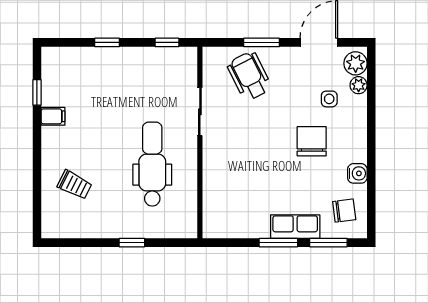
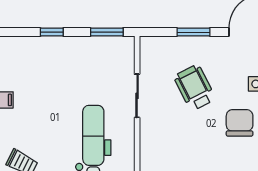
window: (167, 42) -> (107, 32), width x1.50
wheelchair: (249, 76) -> (195, 88), moved

